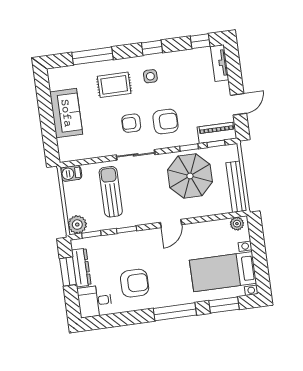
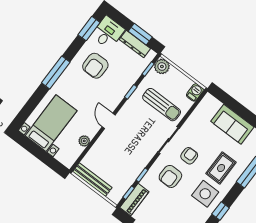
side table: (150, 76) -> (205, 194), width x1.87, depth x1.87
parasol: (190, 176) -> (125, 159), removed
plant: (237, 224) -> (84, 141), moved
window: (224, 305) -> (89, 29), moved

